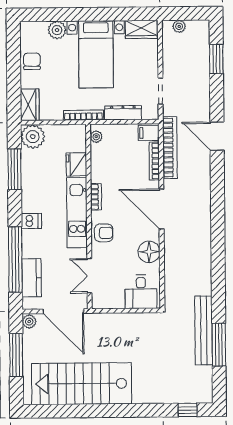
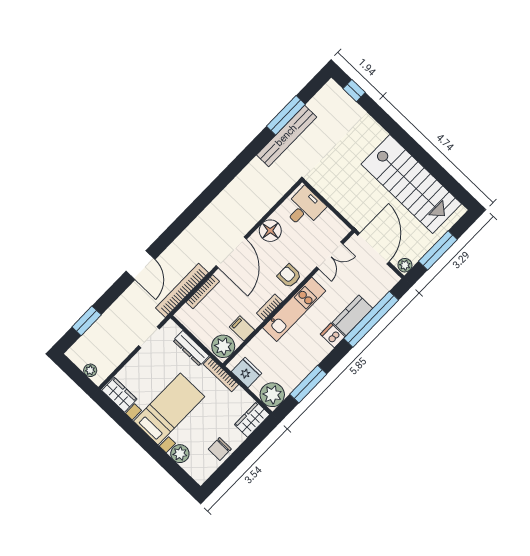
filing cabinet: (149, 133) -> (242, 328), moved, turned 180
plant: (96, 137) -> (223, 346), width x1.87, depth x1.87
fridge: (76, 164) -> (246, 372), moved, turned -90
kitchen counter: (32, 278) -> (352, 315), moved

